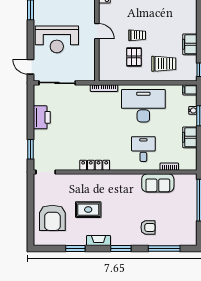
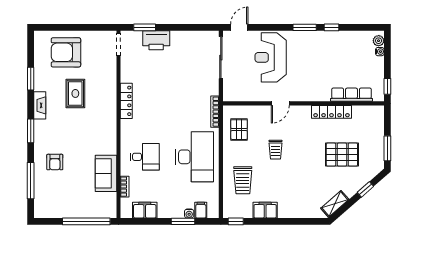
pallet: (134, 57) -> (239, 130), moved, turned 90
filing cabinet: (190, 90) -> (201, 210), moved
printer: (42, 117) -> (156, 40), moved
filing cabinet: (190, 137) -> (145, 210), moved

